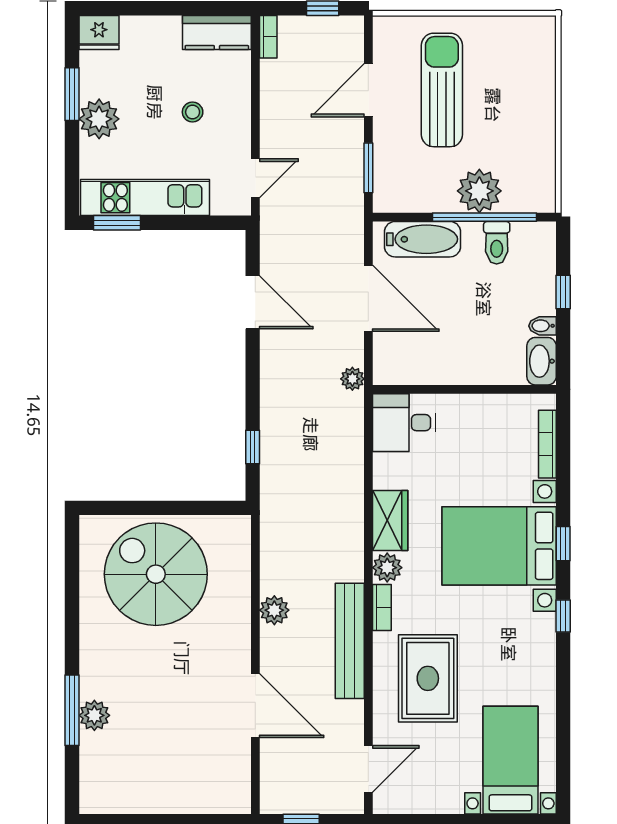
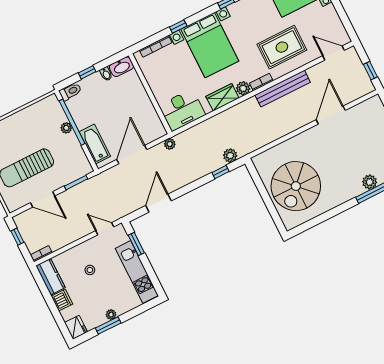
dishwasher: (163, 32) -> (62, 300), added
plant: (99, 119) -> (111, 315), width x0.53, depth x0.53
plant: (479, 191) -> (66, 128), width x0.53, depth x0.53
window: (117, 223) -> (136, 244), moved
toilet: (497, 243) -> (70, 92), moved
desk: (404, 423) -> (182, 110), width x1.37
window: (563, 544) -> (178, 27), moved
plant: (274, 610) -> (230, 156), moved

